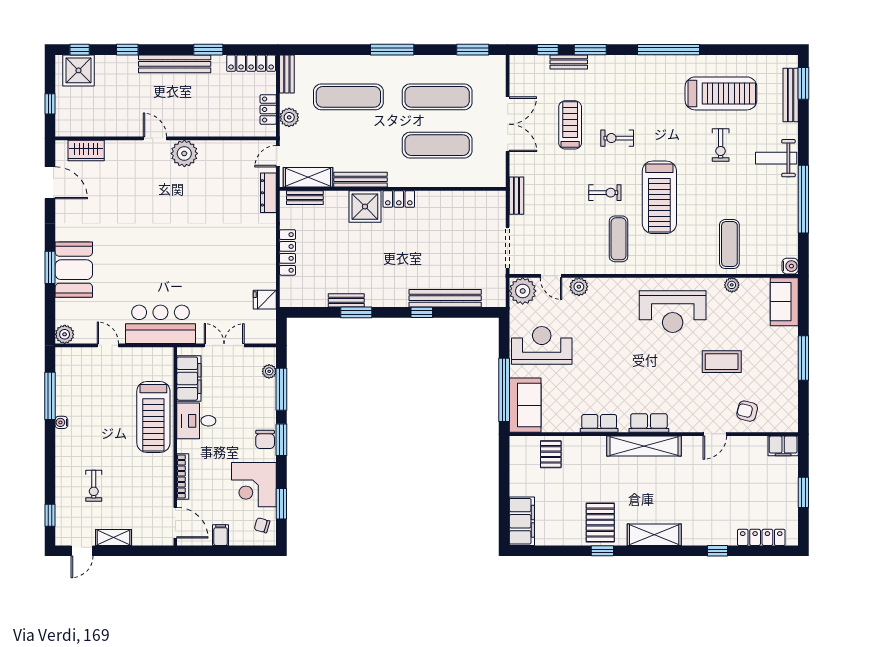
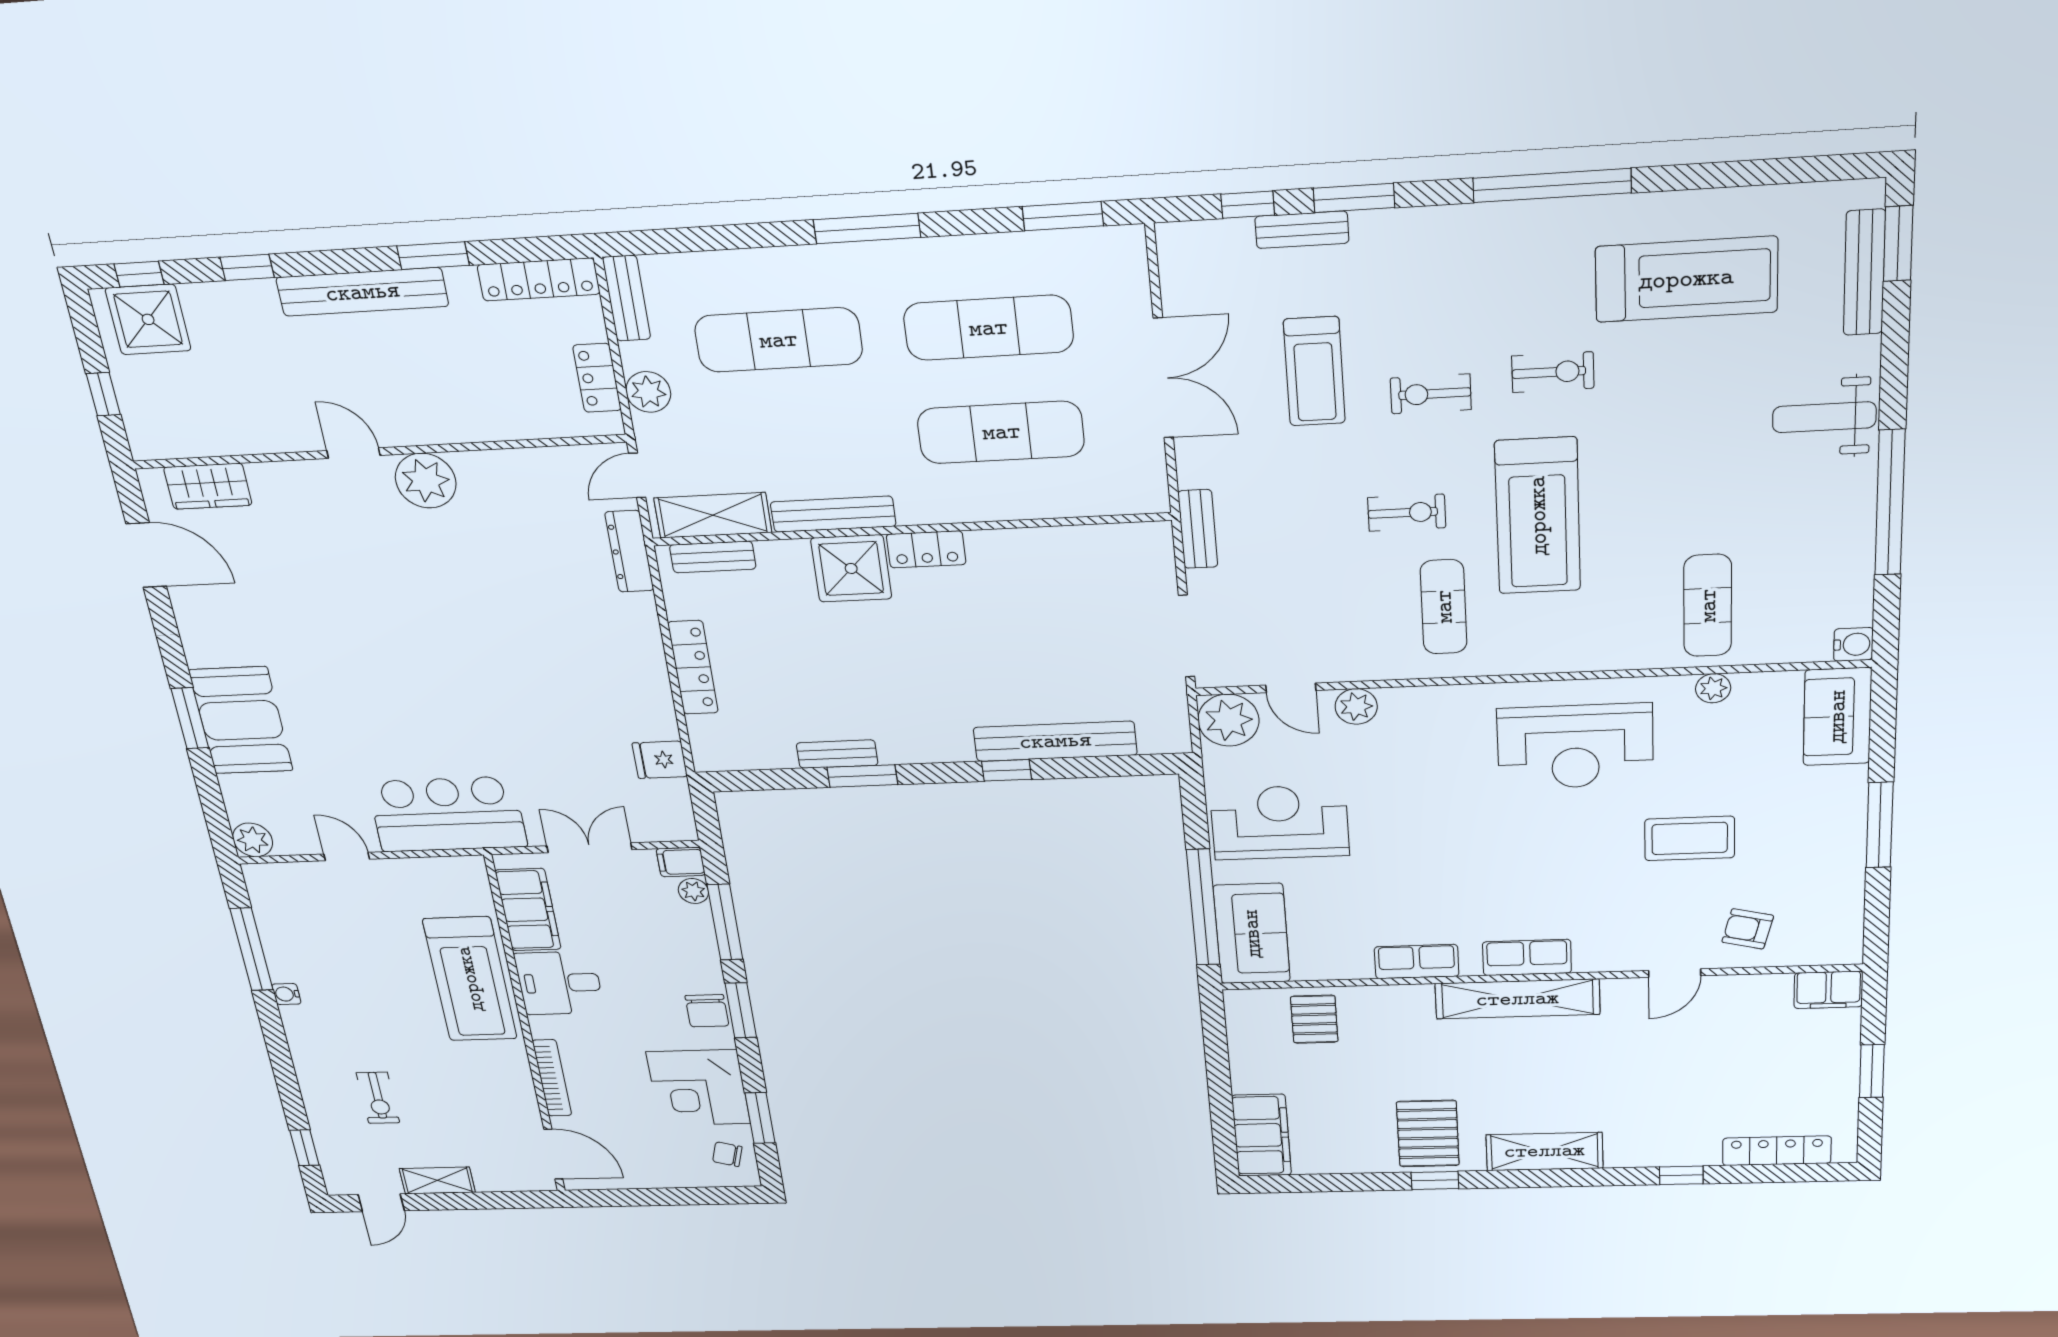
treadmill: (570, 125) -> (1314, 371), turned 180
exercise bike: (721, 145) -> (1553, 372), moved, turned -90
filing cabinet: (221, 535) -> (681, 862), moved, turned -90

